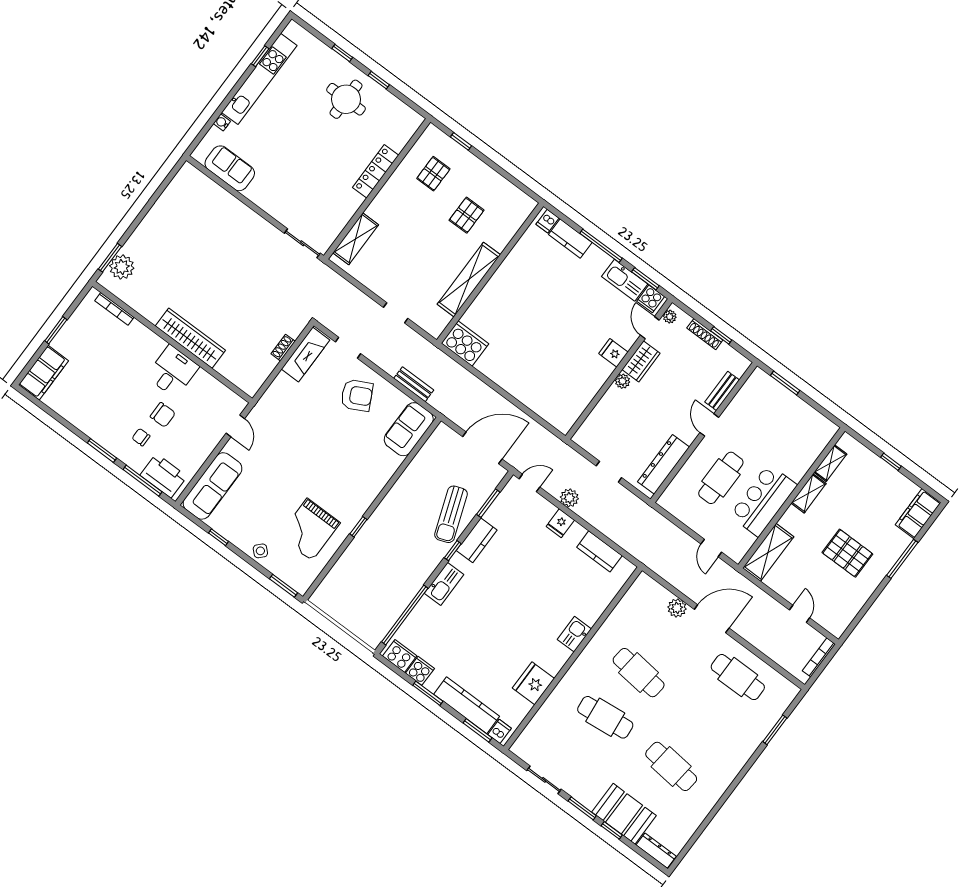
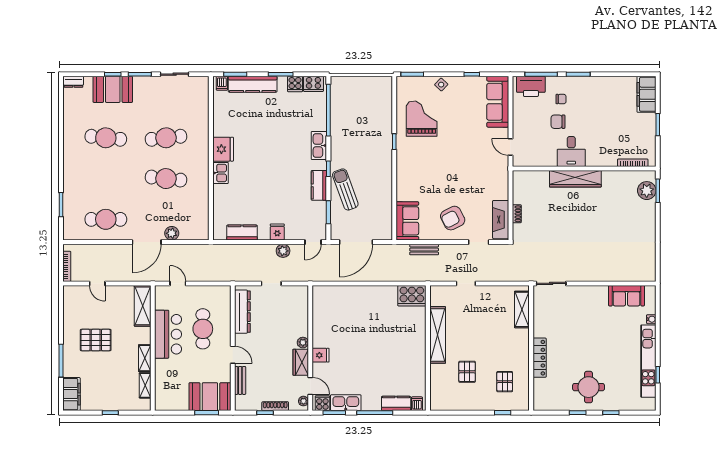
booth: (768, 398) -> (210, 397), added
fridge: (533, 683) -> (223, 149), moved
dresser: (656, 851) -> (73, 82), width x0.70

